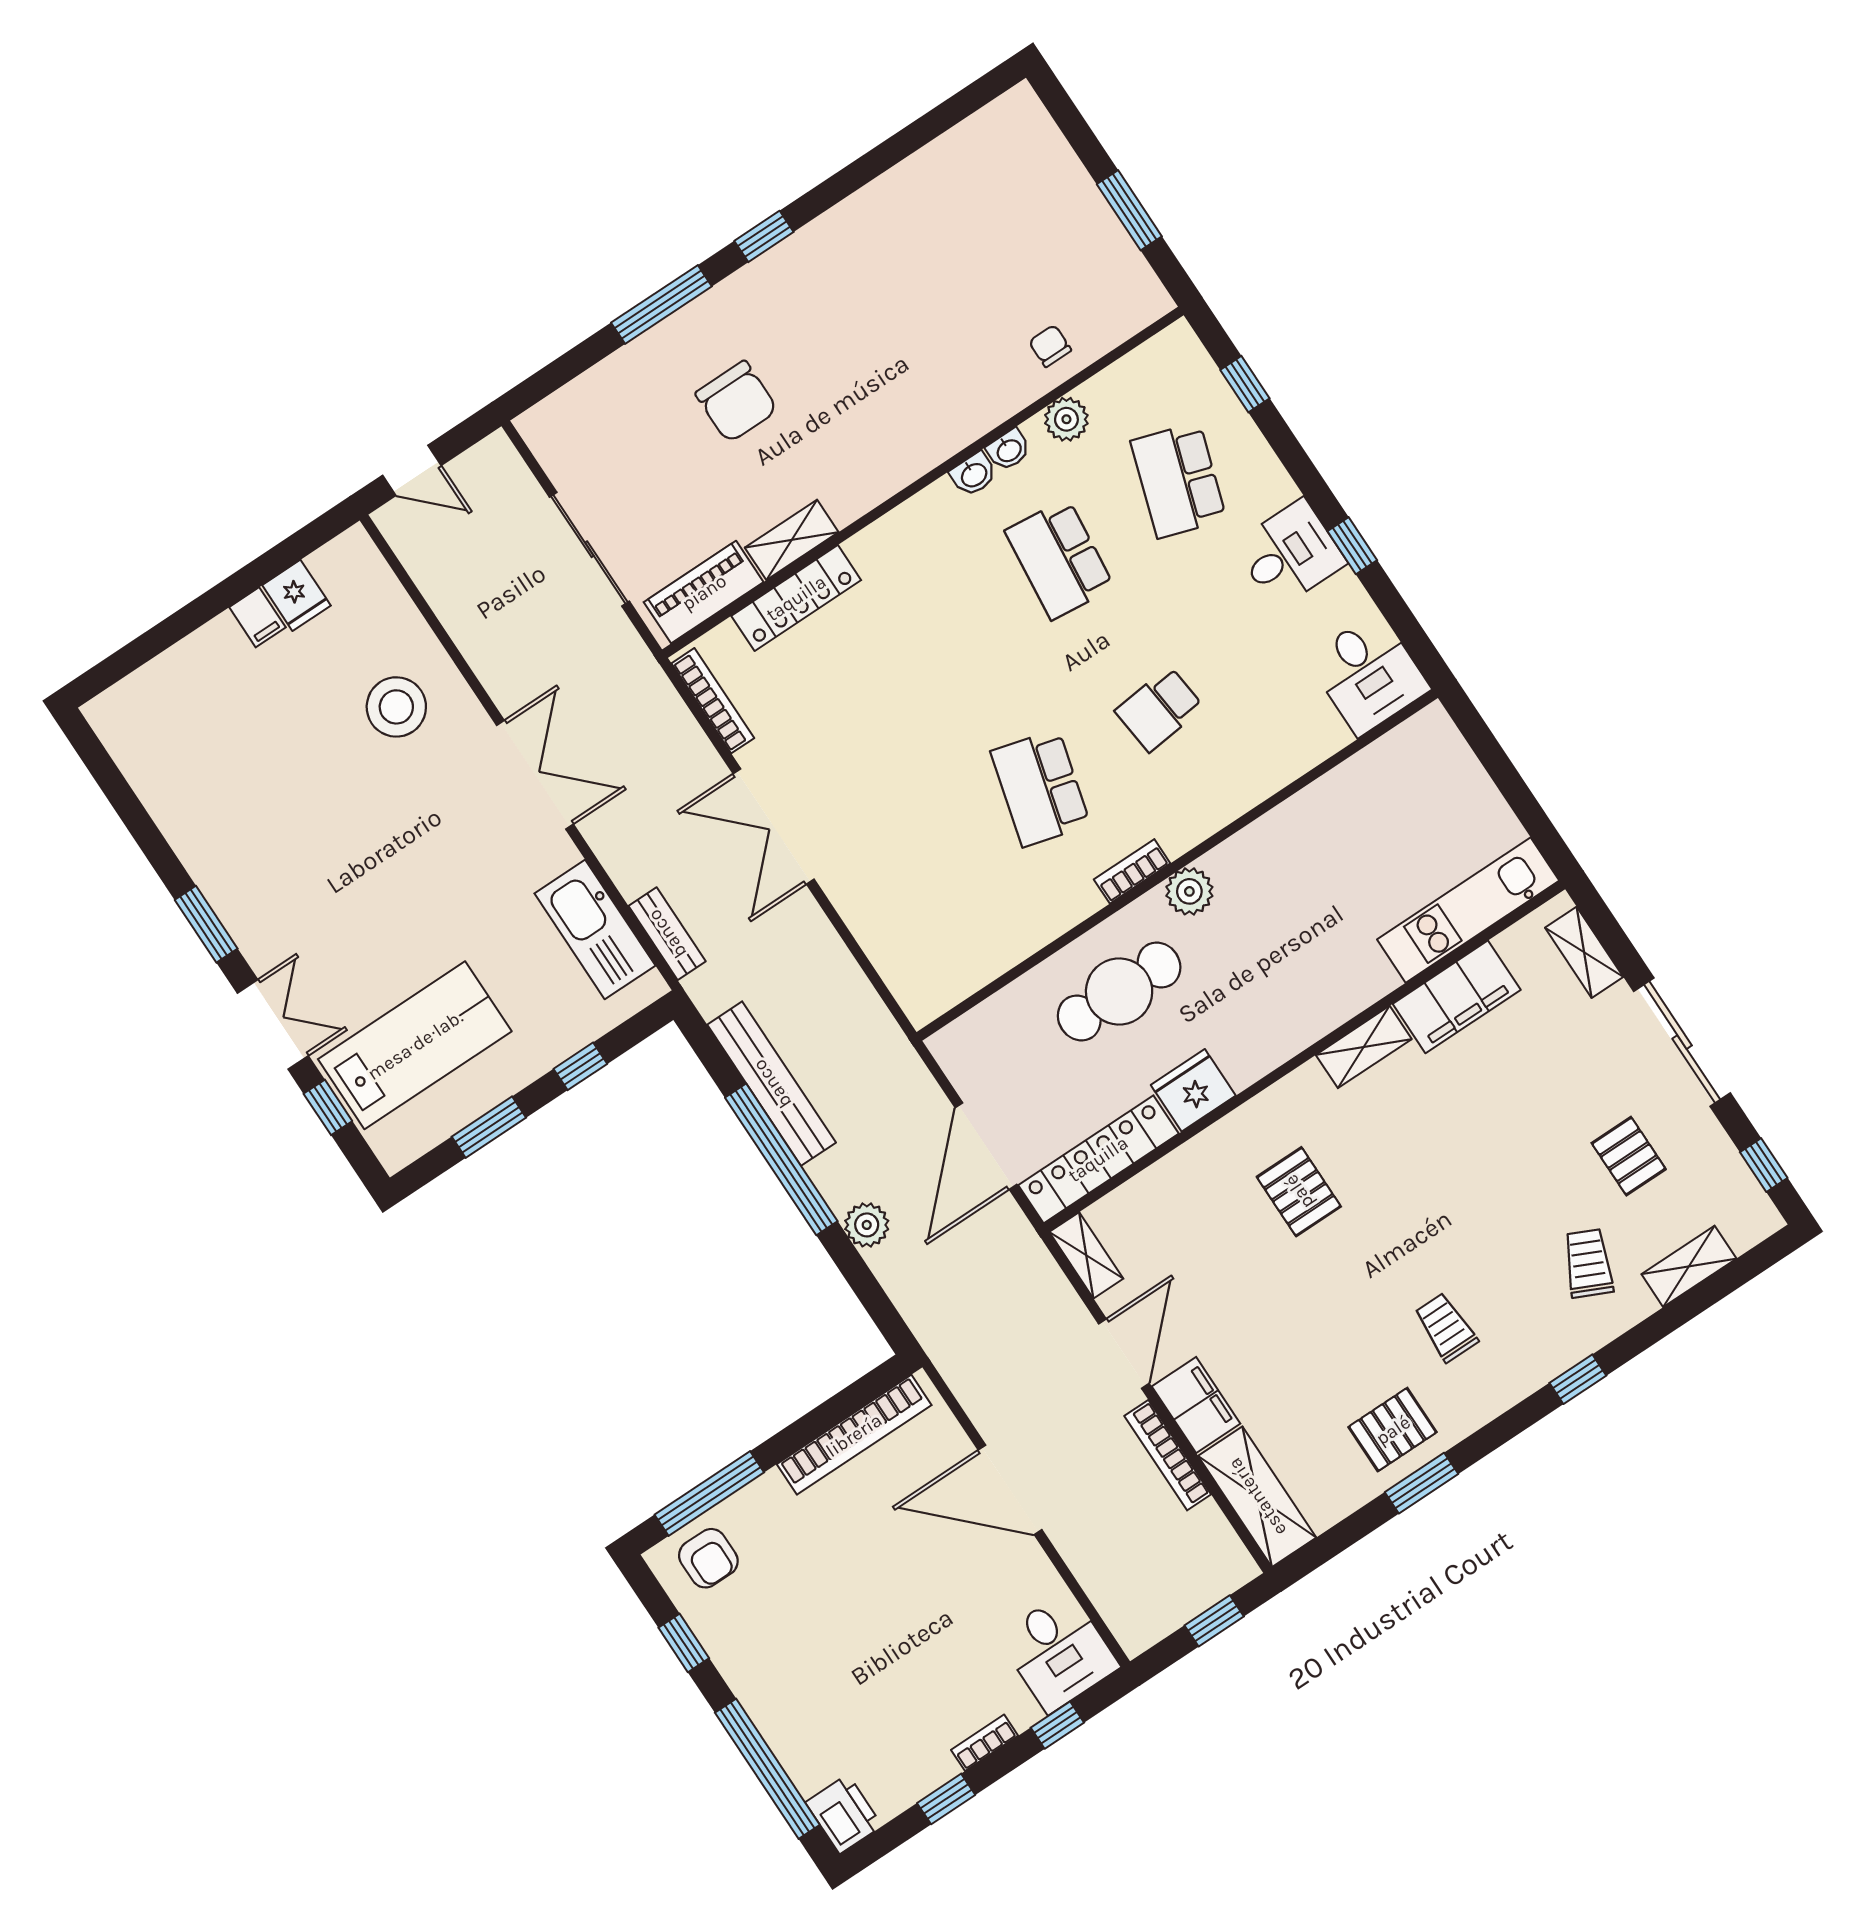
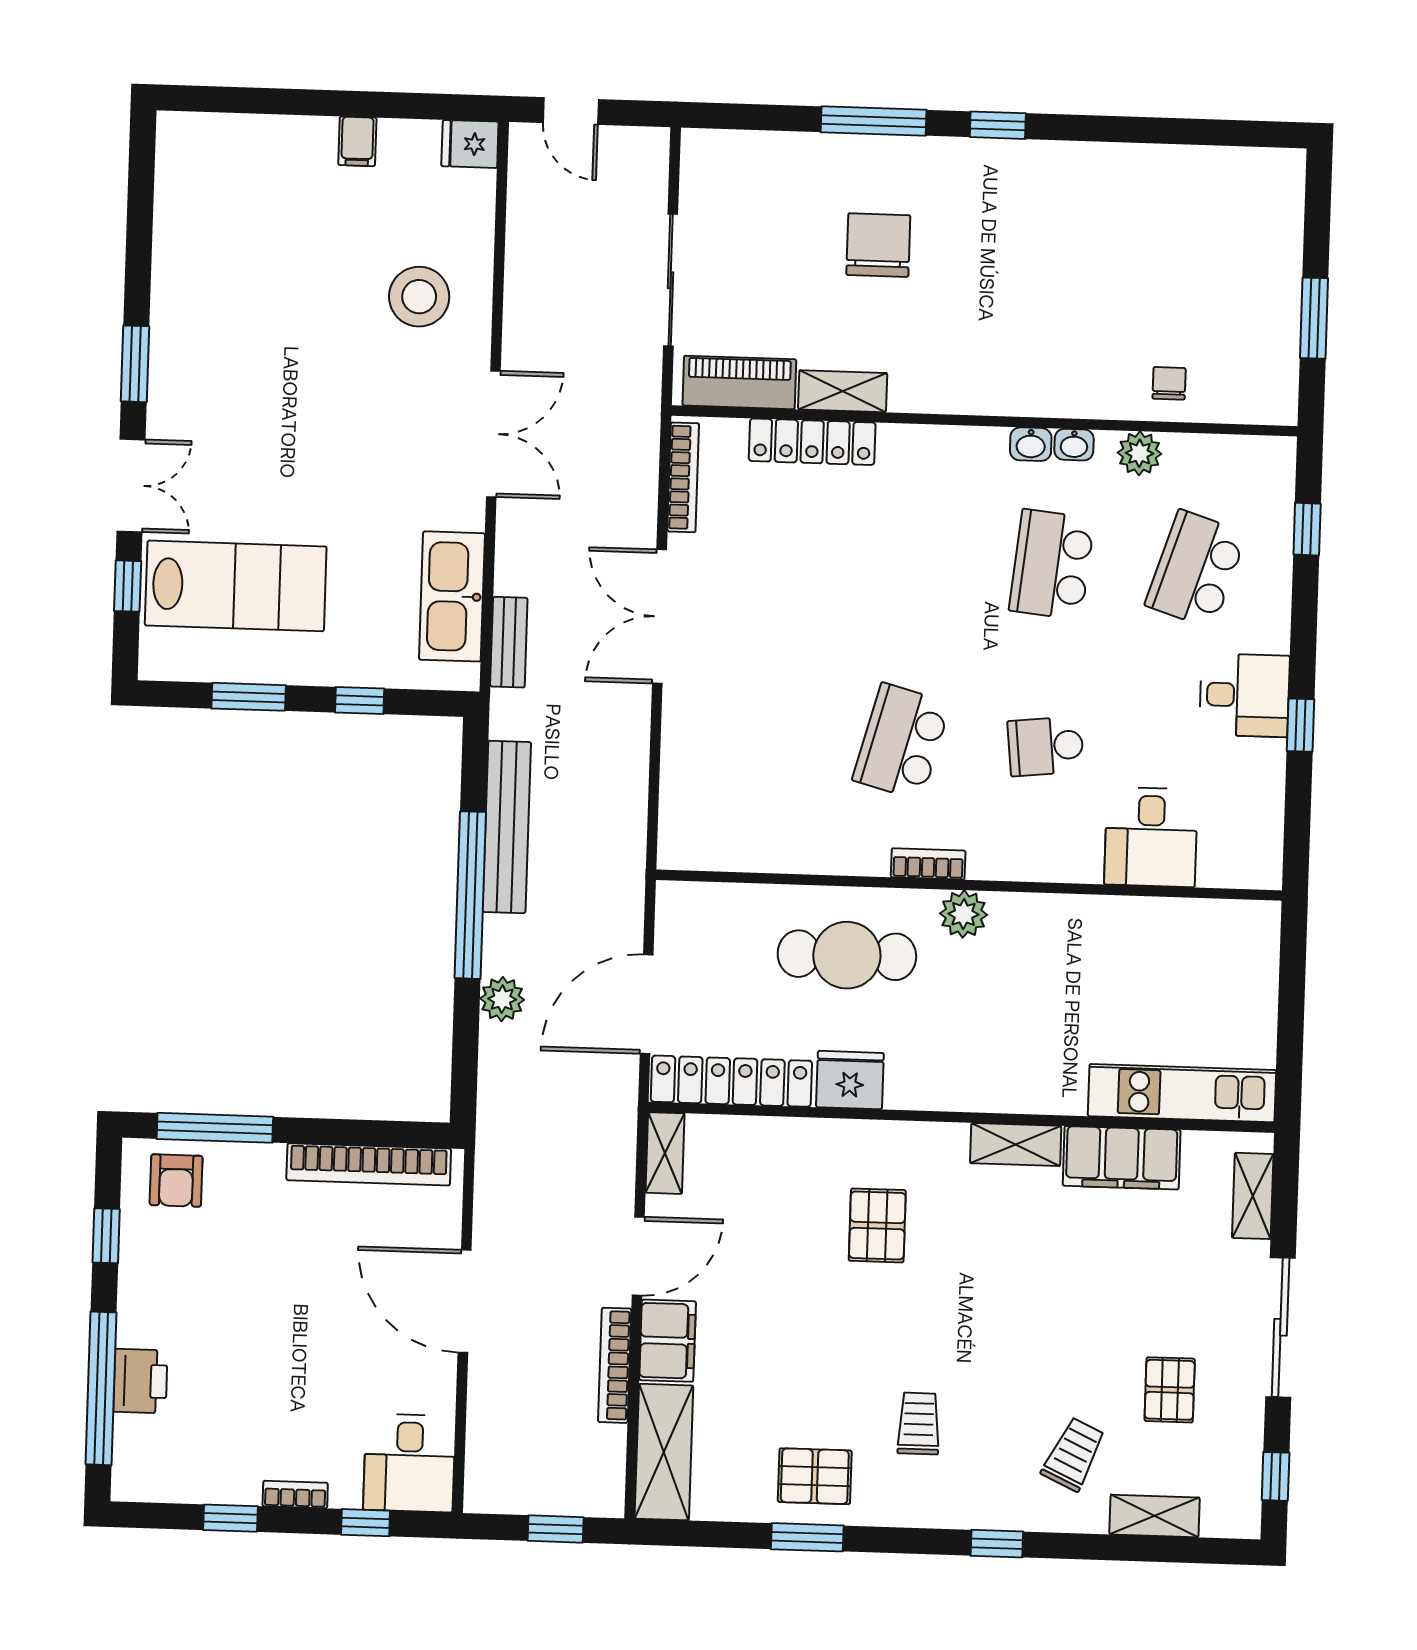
chair: (736, 402) -> (878, 245), turned 180
fridge: (296, 595) -> (470, 144), moved, turned 90
desk: (1368, 674) -> (1151, 837), moved
printer: (844, 1814) -> (140, 1381), moved

